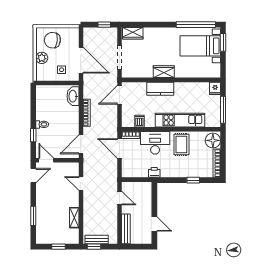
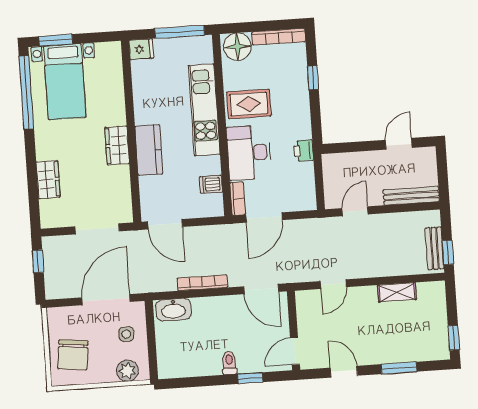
wardrobe: (133, 33) -> (48, 179), moved
plant: (42, 58) -> (127, 371), moved
door: (33, 176) -> (344, 372), moved
window: (59, 247) -> (454, 338), moved

